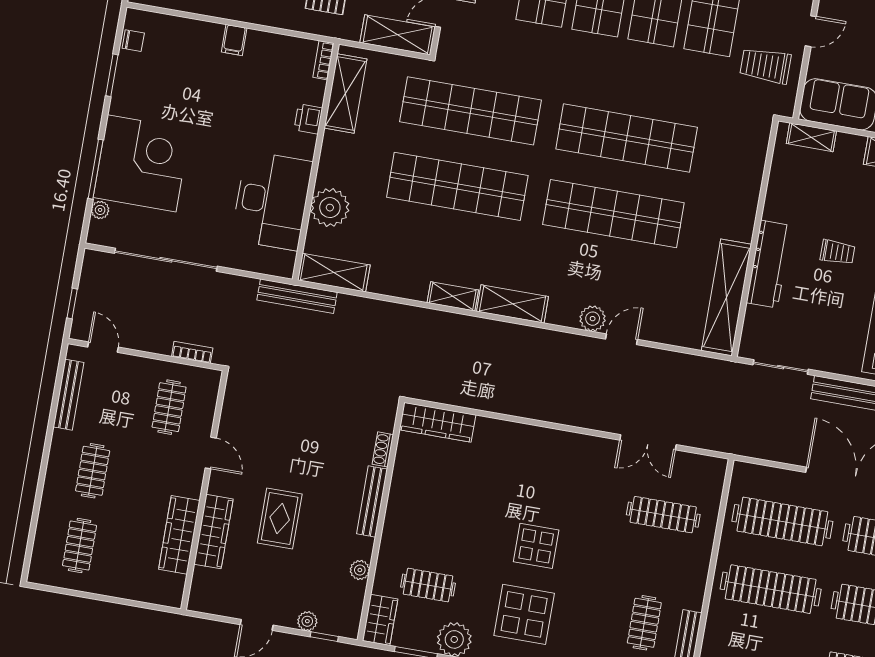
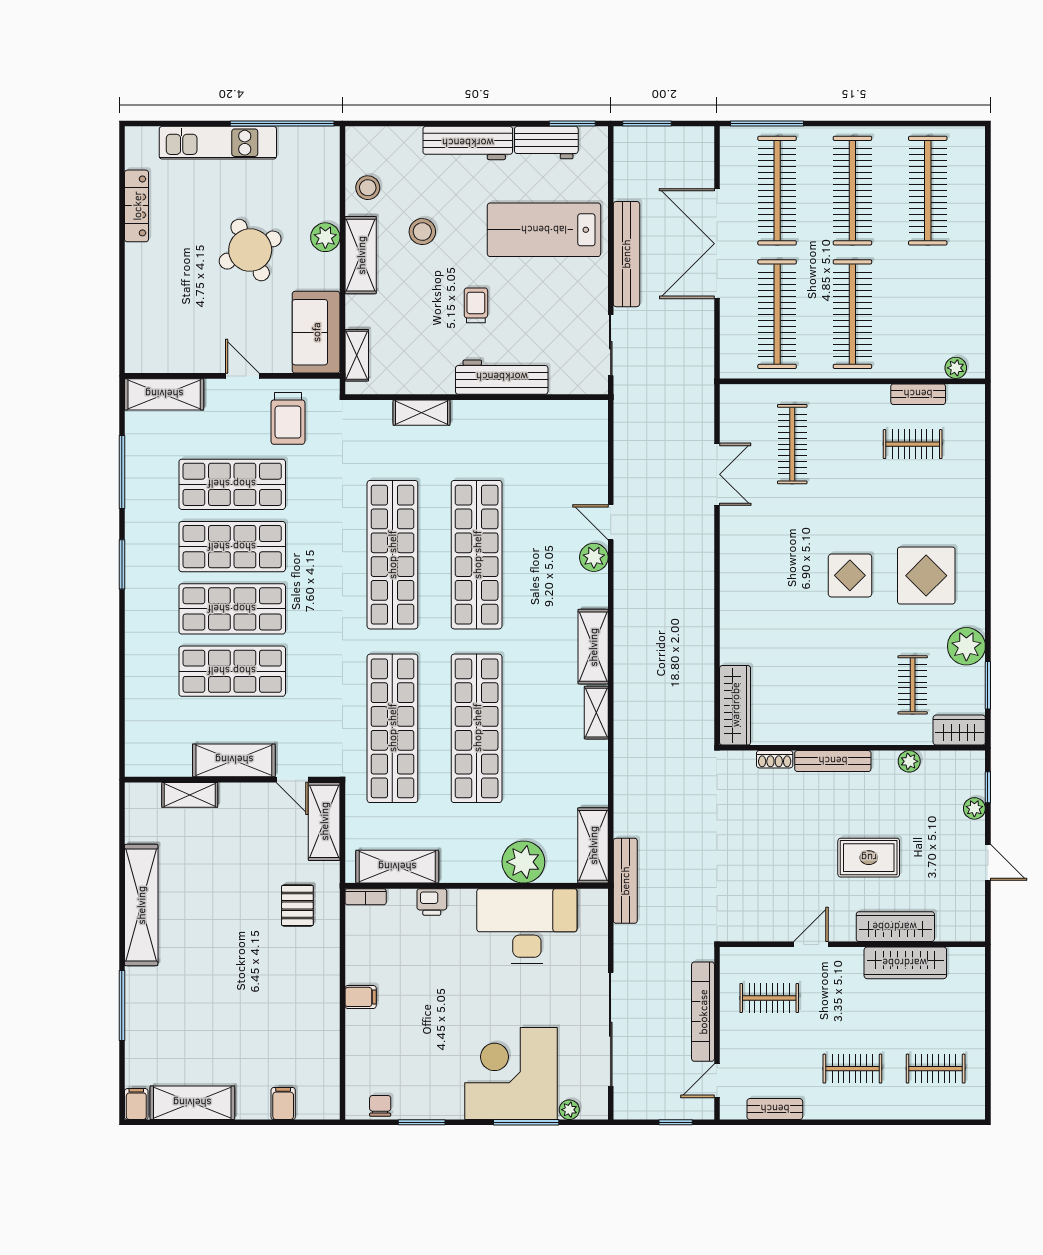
shelving: (726, 297) -> (422, 413), moved, width x0.45, depth x0.75
bookcase: (192, 352) -> (703, 1012), width x2.31, depth x1.31
bench: (68, 395) -> (775, 1109), width x0.73

